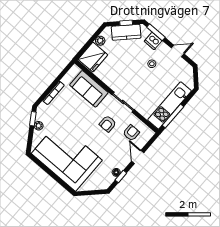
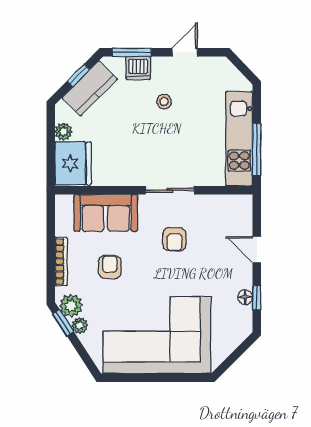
plant: (42, 115) -> (71, 306), added
armchair: (131, 133) -> (110, 267), moved

